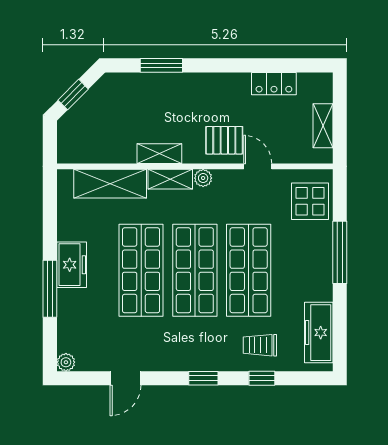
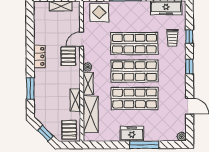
locker: (274, 84) -> (39, 56), moved
pallet: (80, 142) -> (69, 130), added
shelving: (159, 154) -> (75, 100), moved

